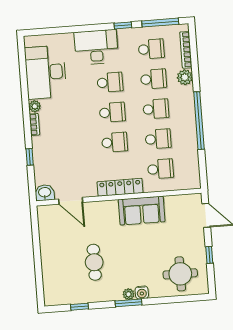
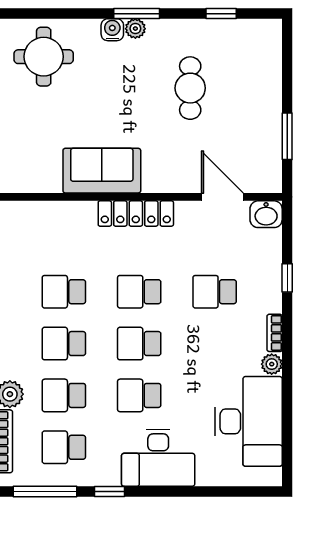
school desk: (160, 169) -> (215, 292), moved
window: (36, 239) -> (287, 136), added

